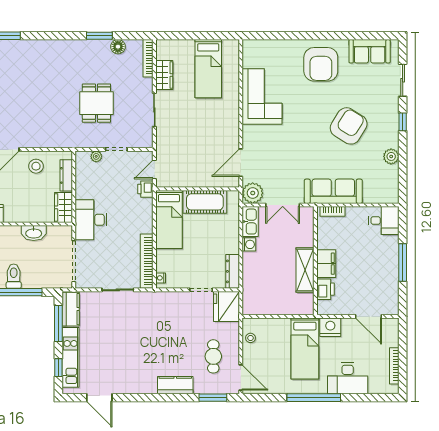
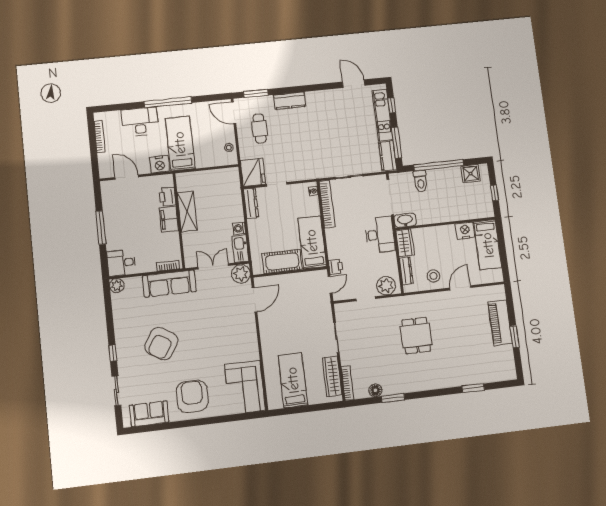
wardrobe: (164, 75) -> (332, 376), width x1.50
corner sofa: (262, 96) -> (245, 387), moved
dining table: (96, 103) -> (416, 336), moved
plant: (96, 156) -> (386, 286), width x1.87, depth x1.87
plant: (391, 156) -> (117, 286), moved
washbasin: (34, 233) -> (405, 220), moved
toilet: (14, 276) -> (420, 181), moved

